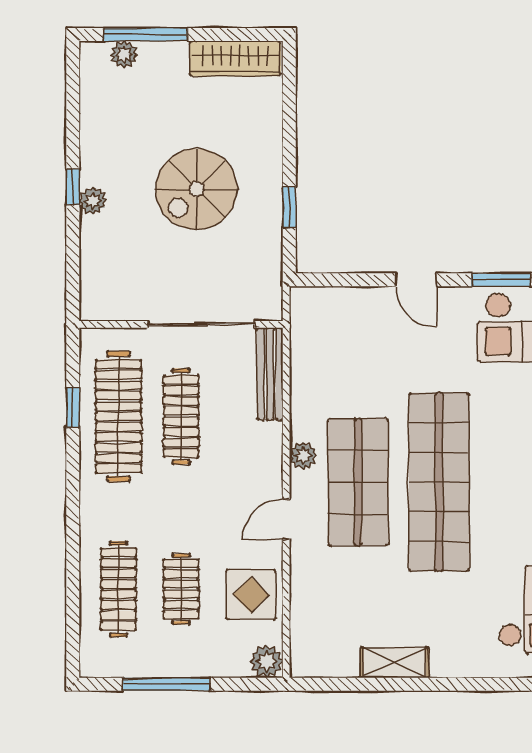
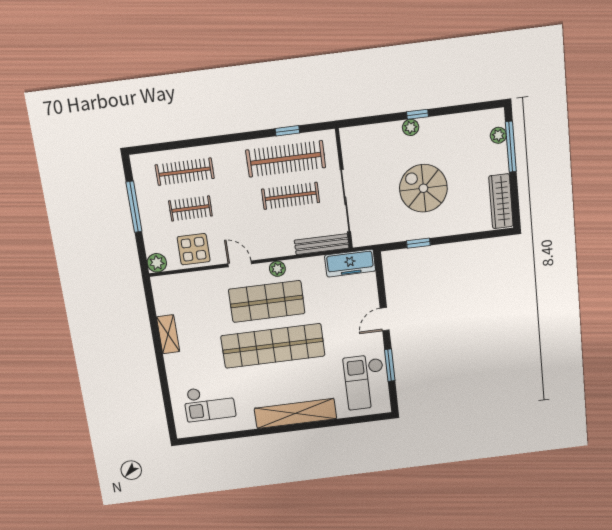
freezer: (309, 329) -> (350, 263), added

